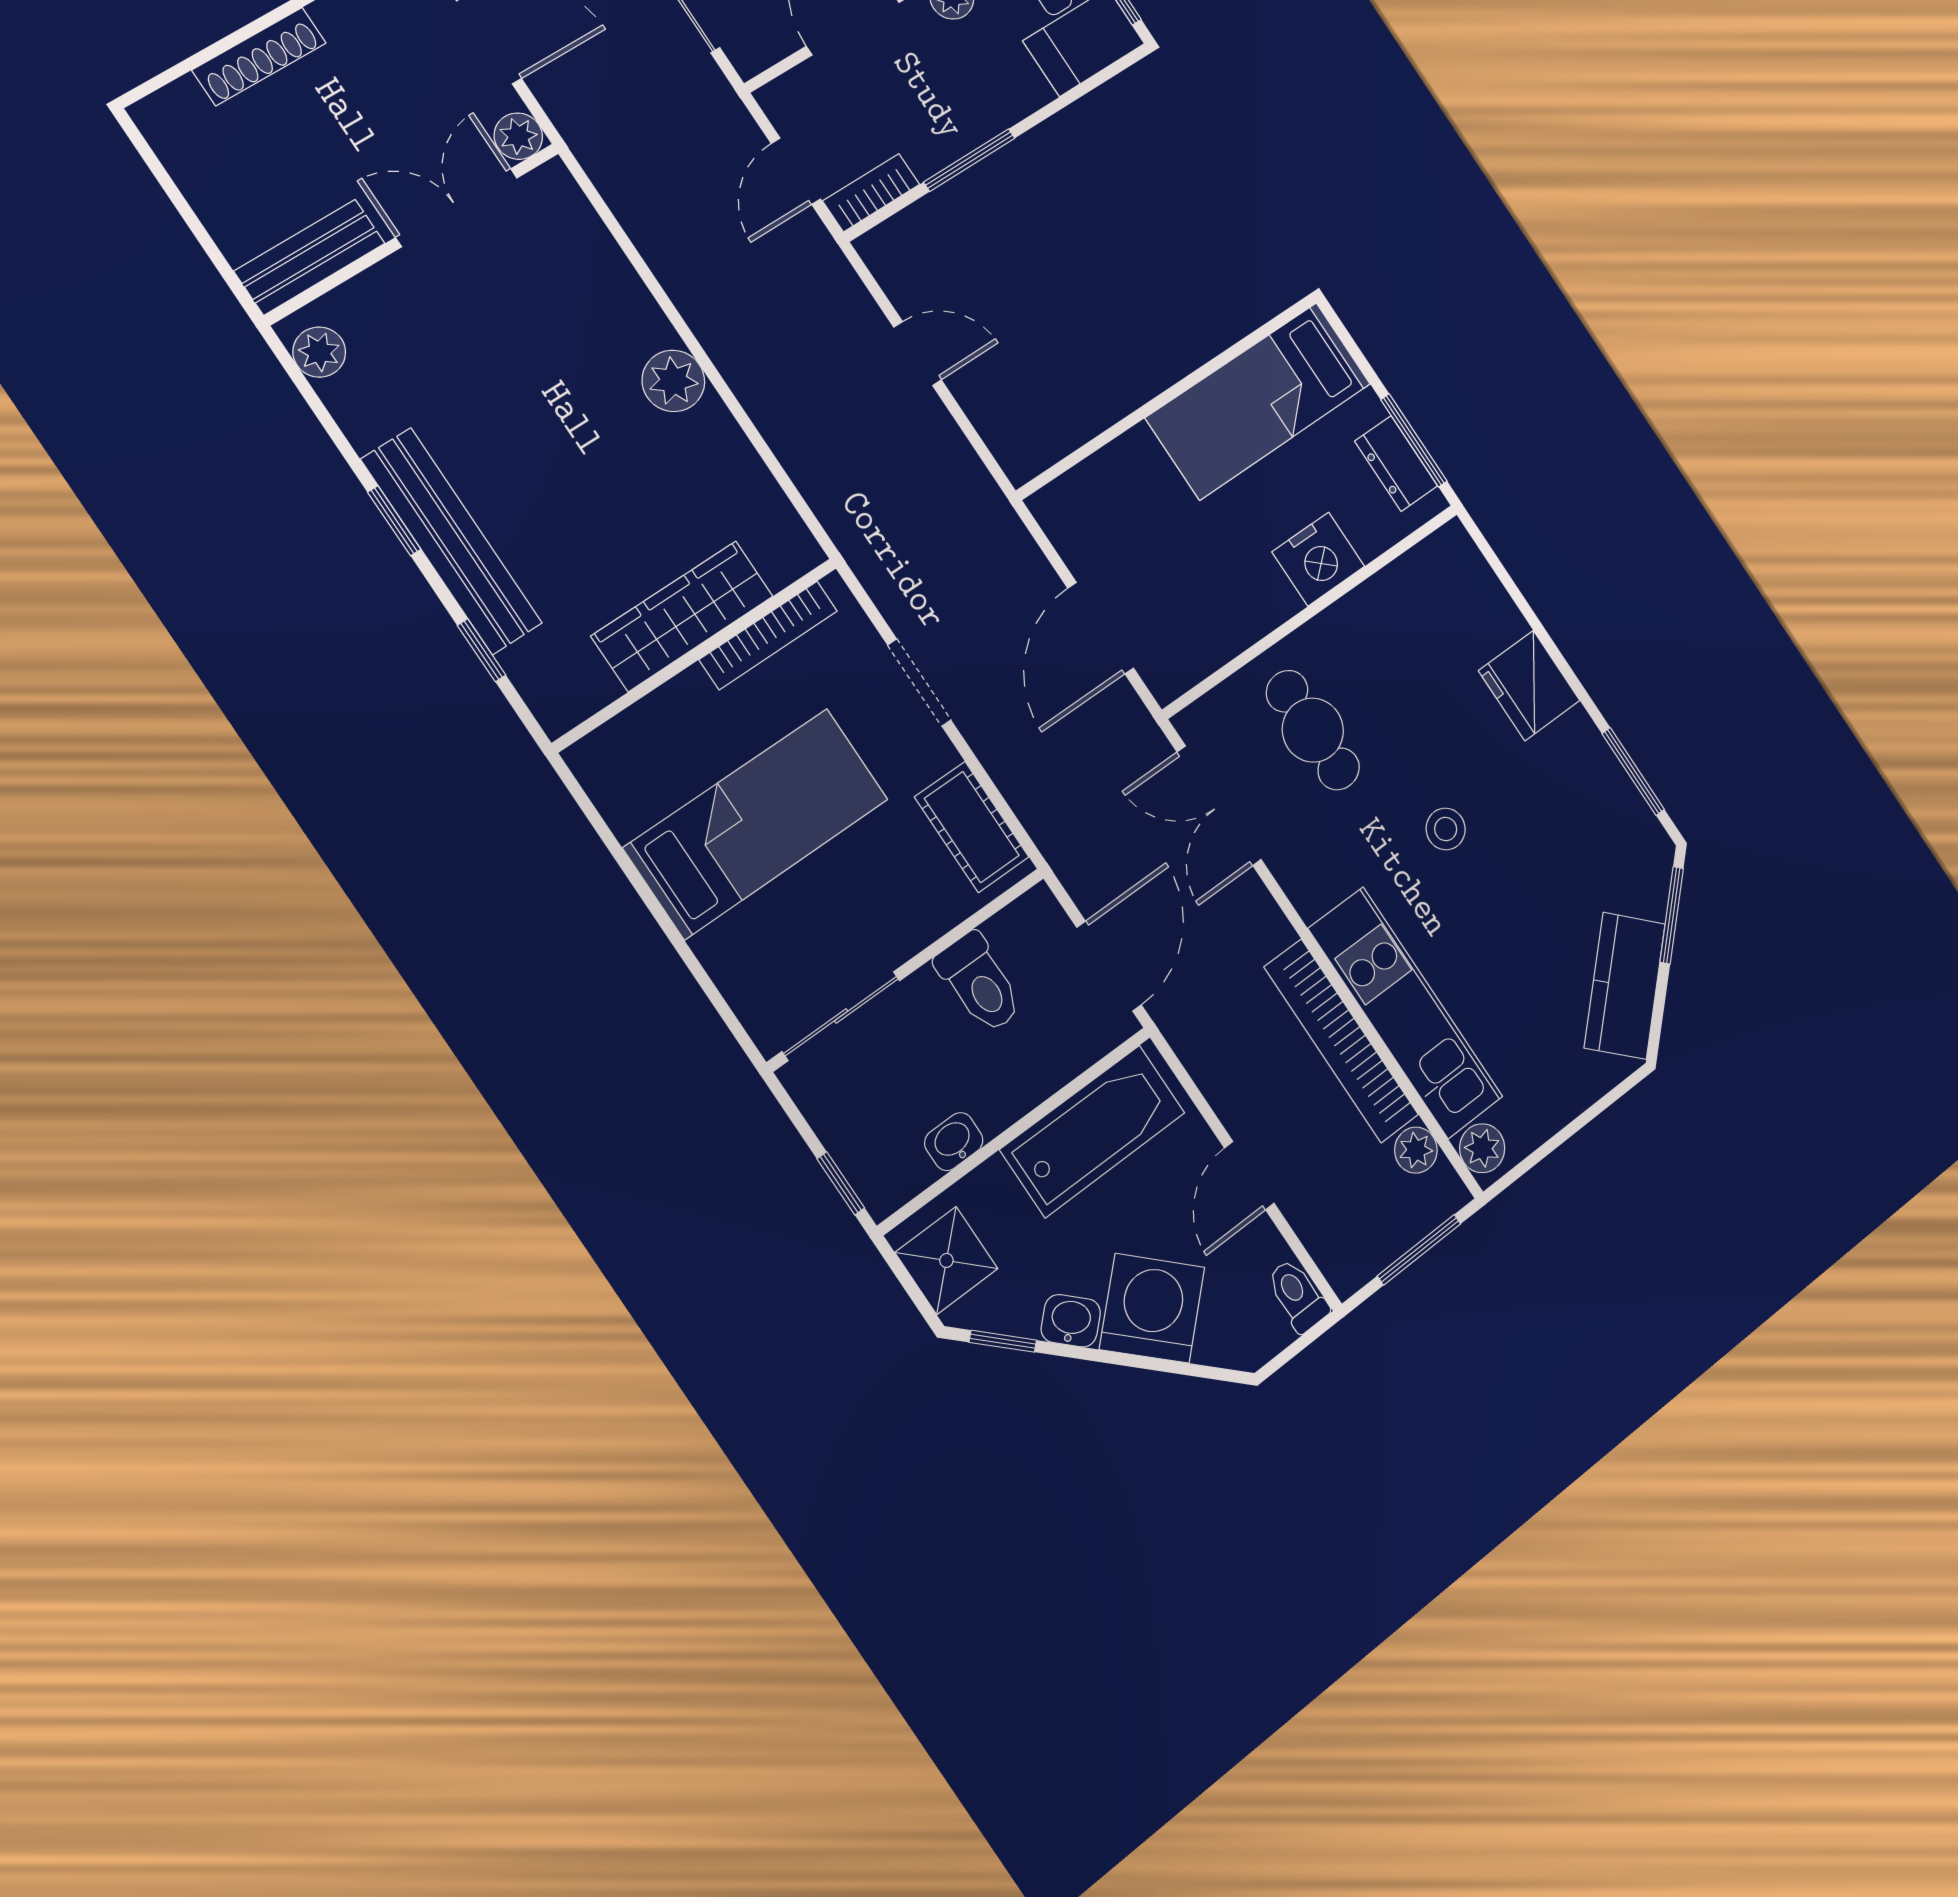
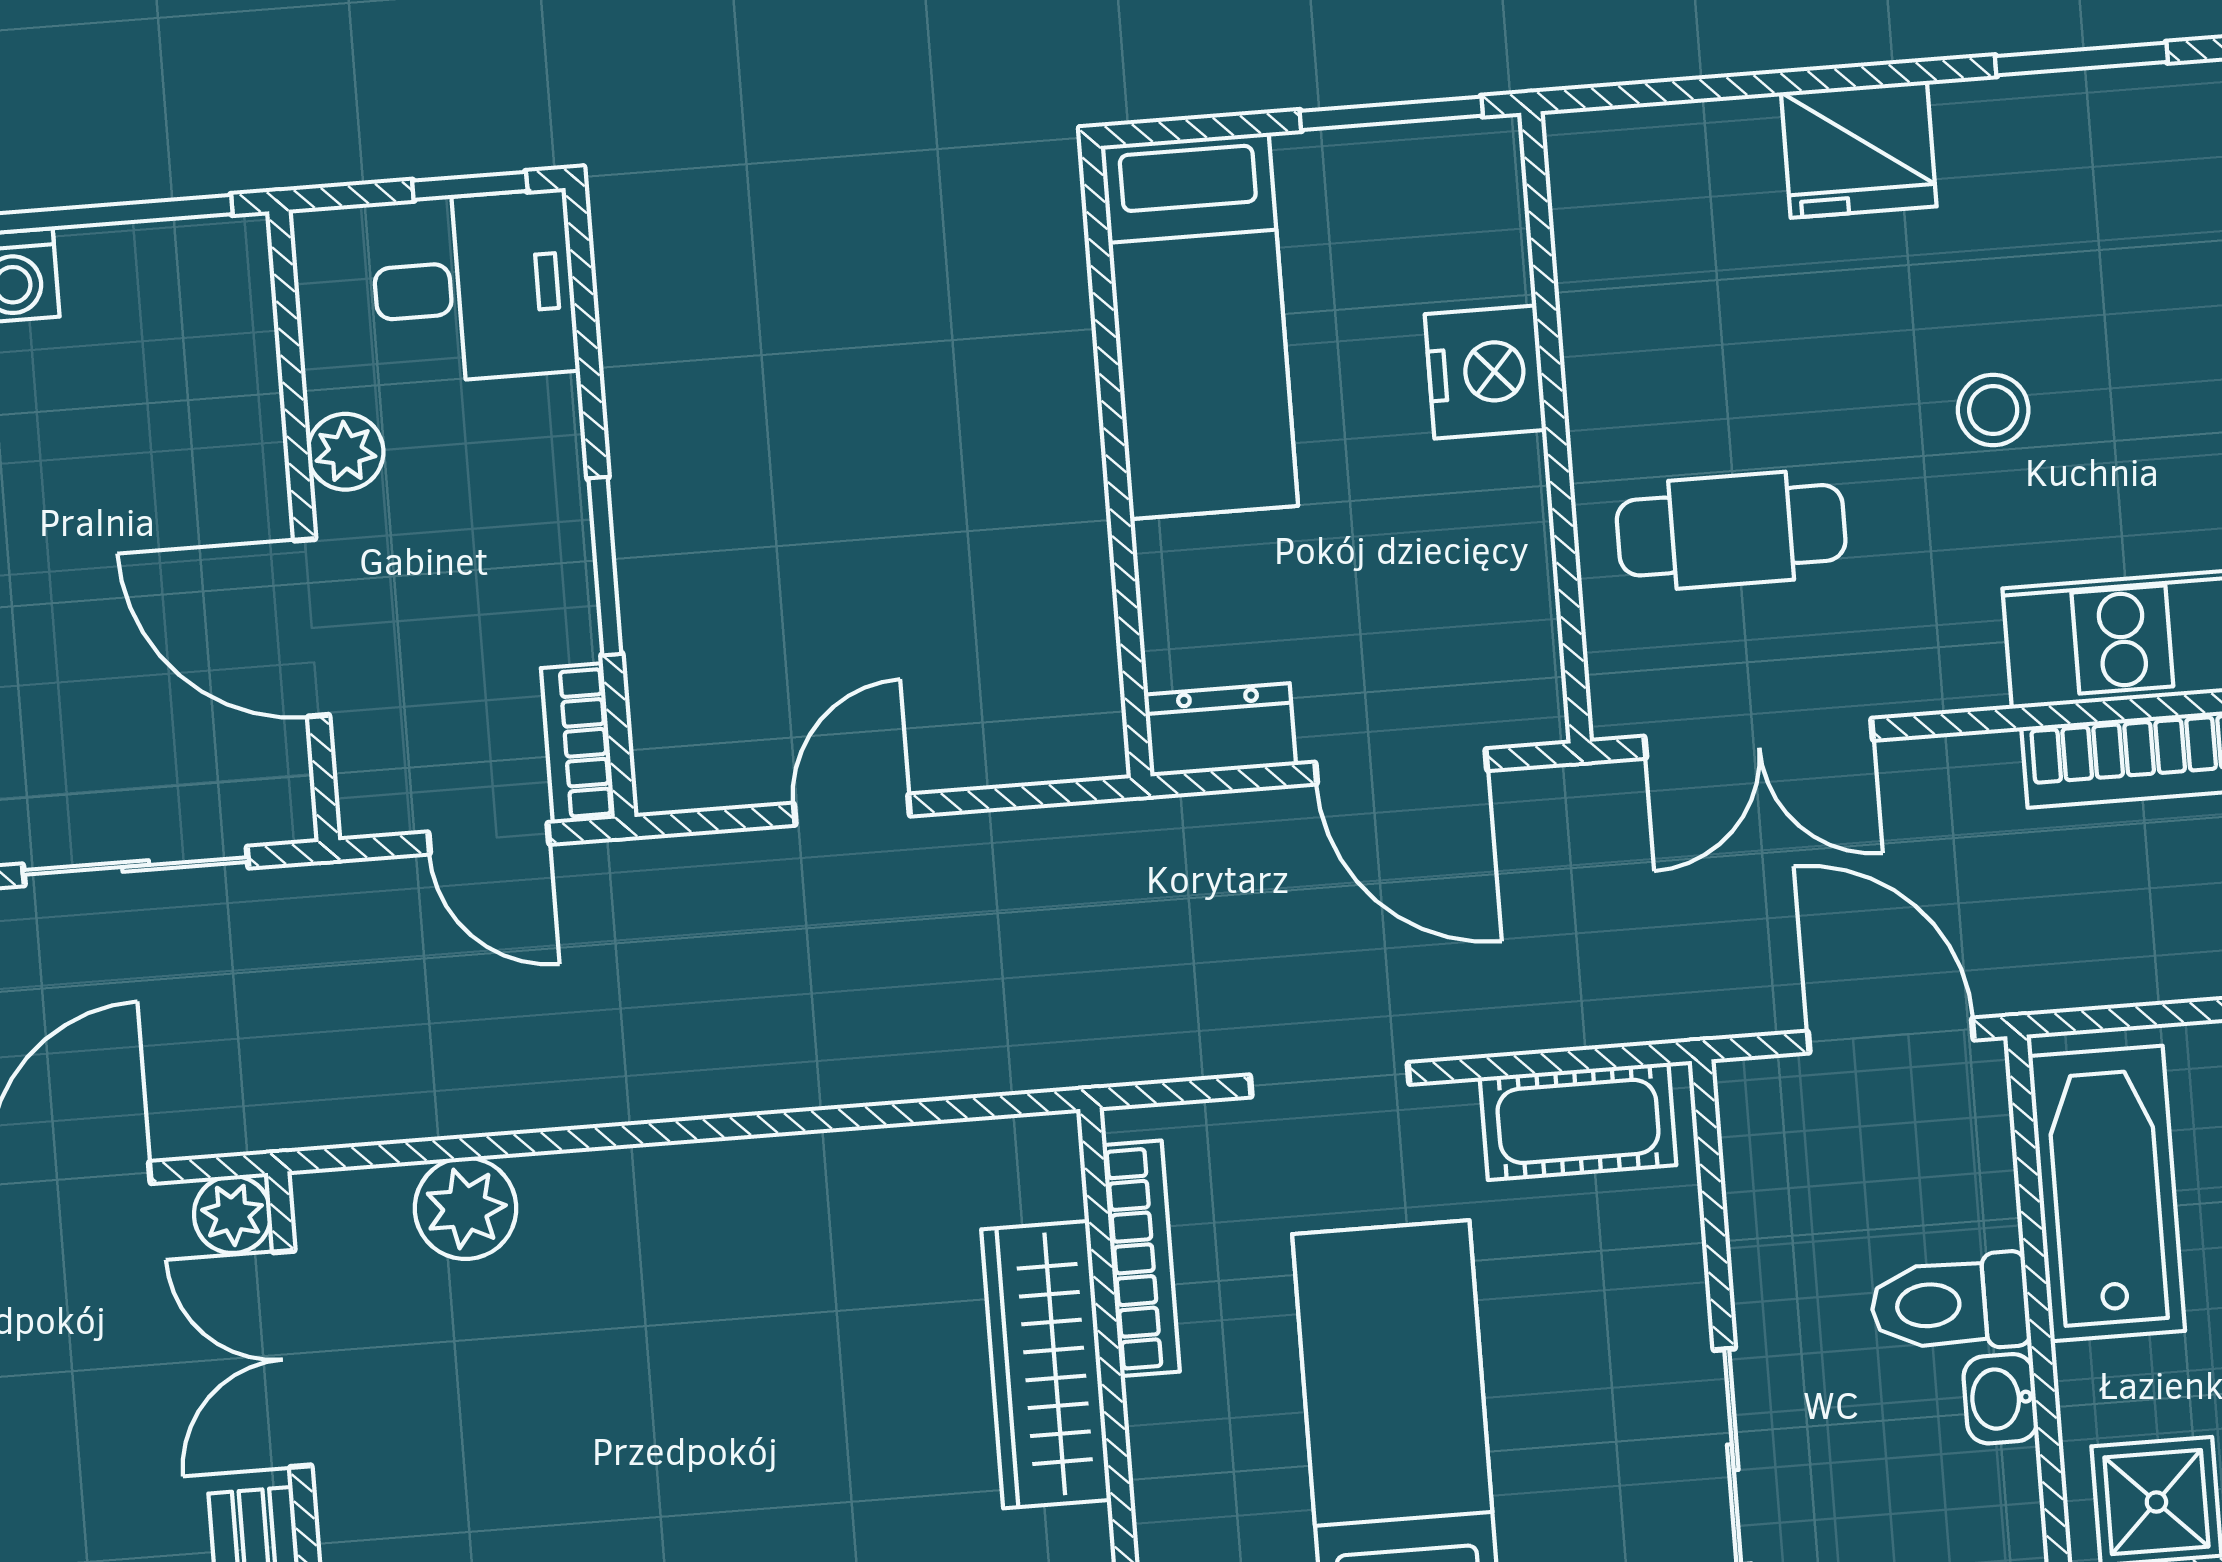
plant: (673, 381) -> (466, 1208), moved
dresser: (1396, 463) -> (1220, 730), moved, turned 180
toilet: (979, 983) -> (1950, 1304), moved, turned 180

